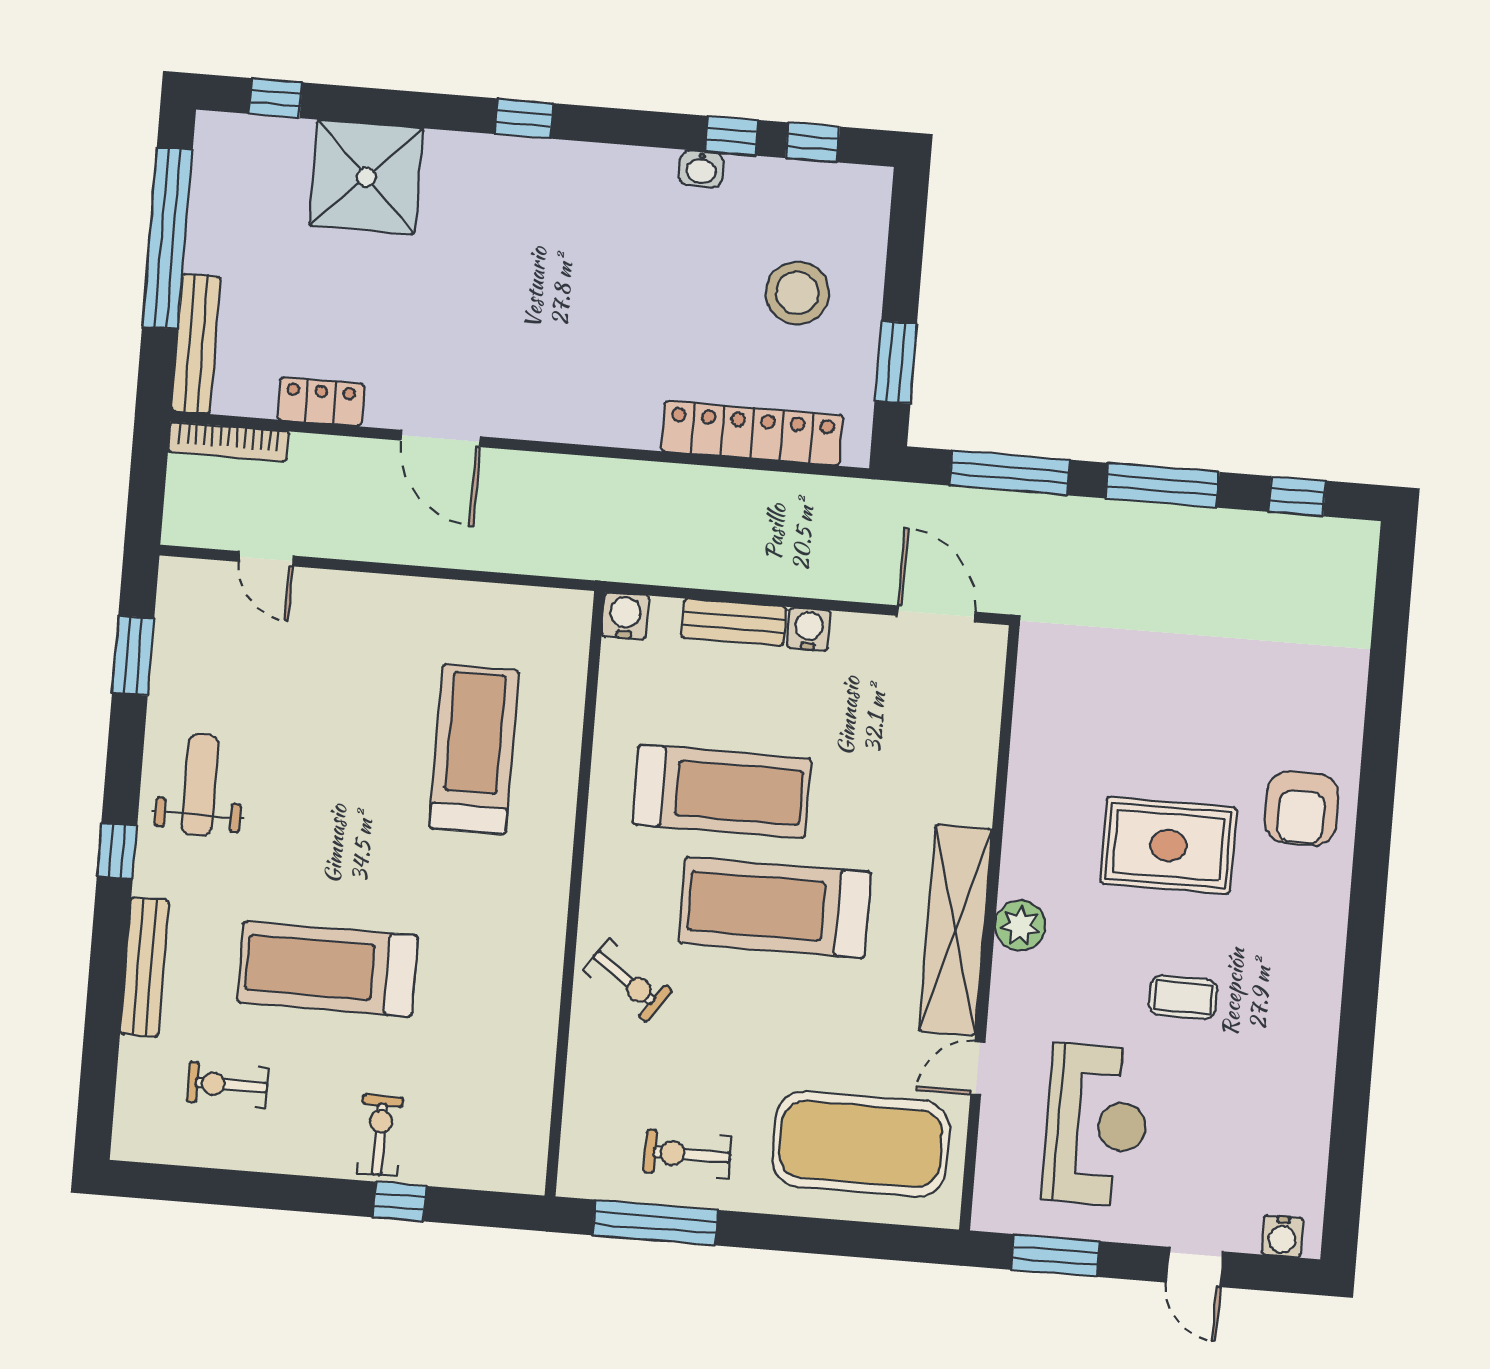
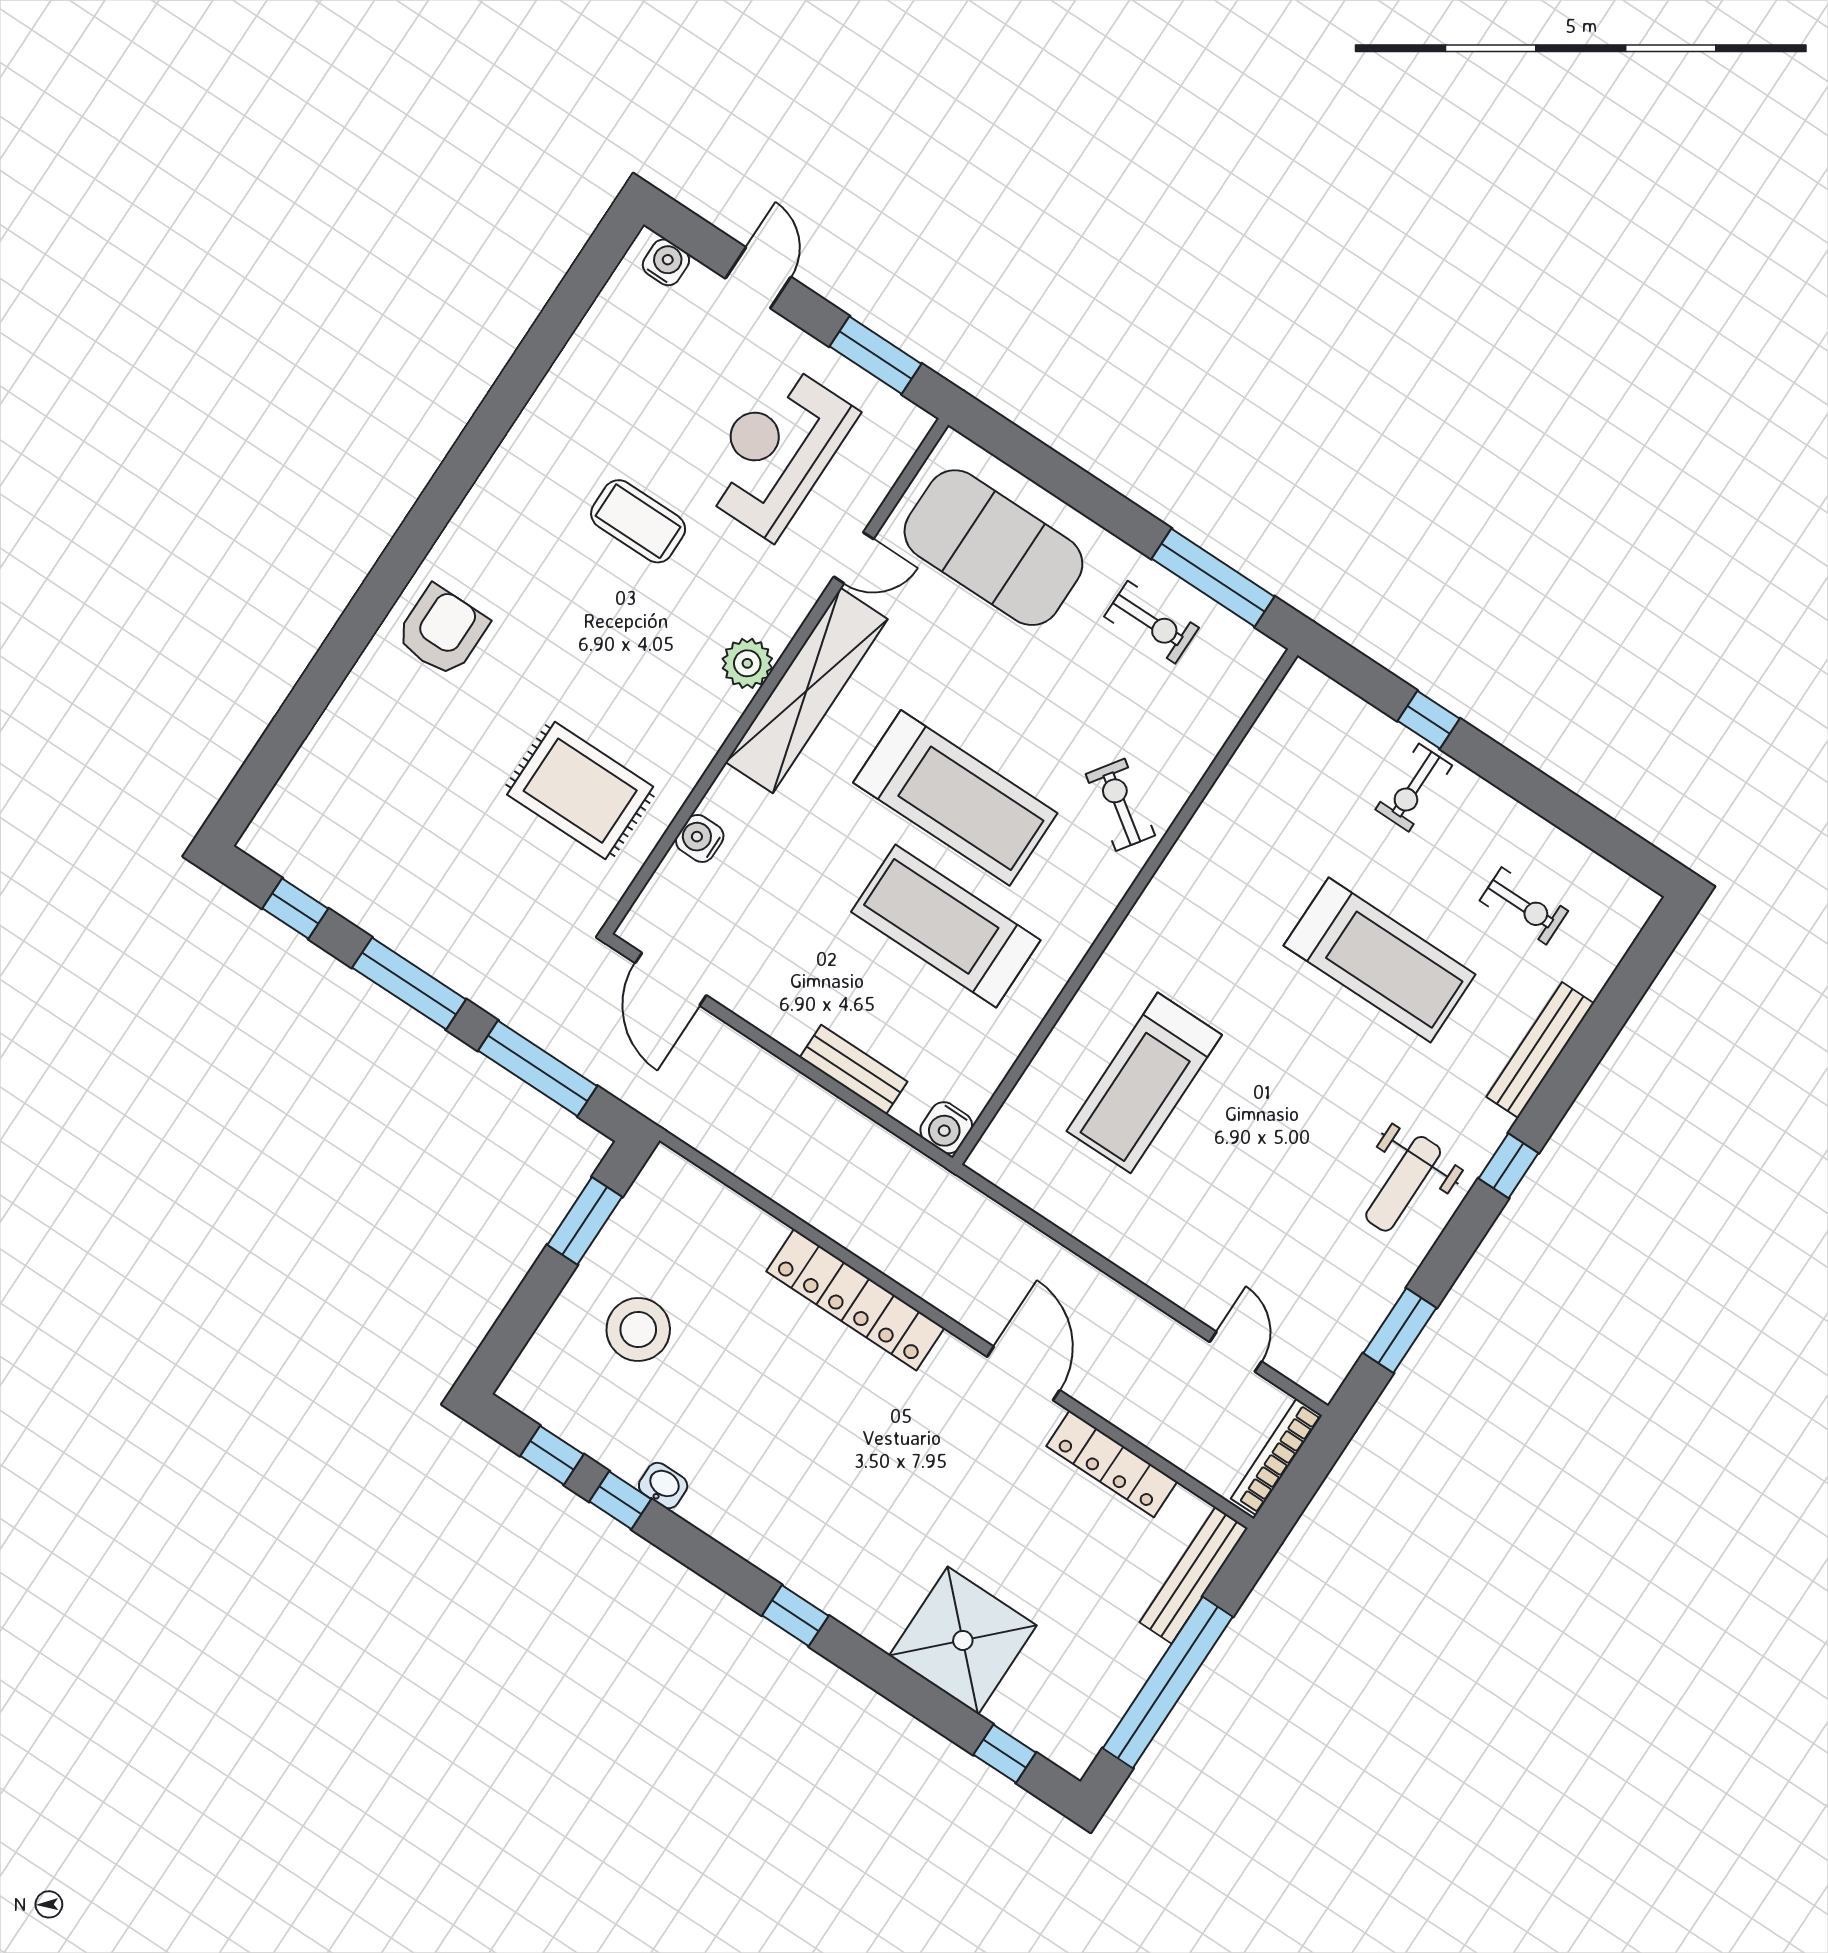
locker: (321, 402) -> (1112, 1464), width x1.53
locker: (752, 433) -> (855, 1300), moved
bookcase: (228, 442) -> (1277, 1457), moved, turned -90
water cooler: (809, 629) -> (700, 838), moved, turned 90
rug: (1168, 845) -> (580, 791), moved
coffee table: (1183, 997) -> (638, 521), width x1.36, depth x1.30

